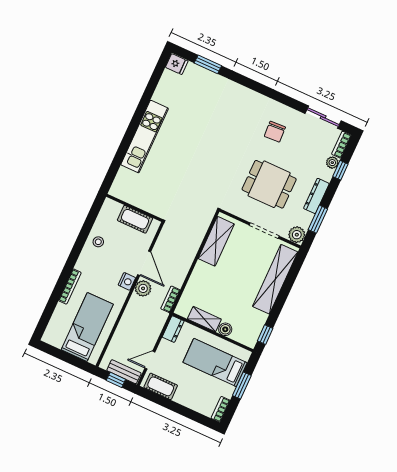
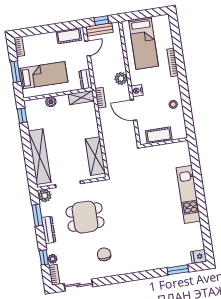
plant: (143, 288) -> (121, 78), moved
shelving: (204, 319) -> (81, 98), moved

